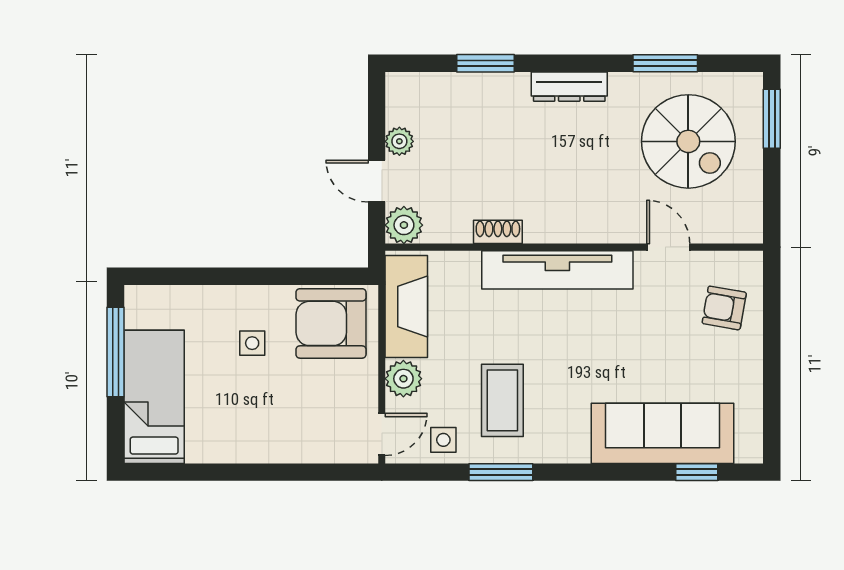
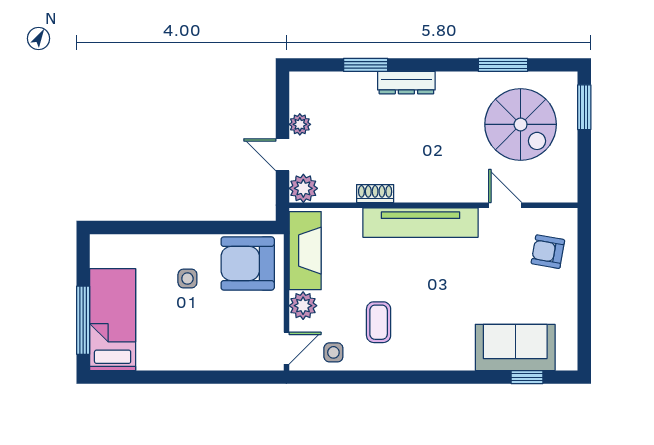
dresser: (569, 87) -> (406, 83), moved
window: (116, 352) -> (83, 320), moved
coffee table: (502, 400) -> (379, 322), width x0.73, depth x0.77
sofa: (662, 433) -> (515, 347), width x0.73
window: (501, 472) -> (377, 377), removed

